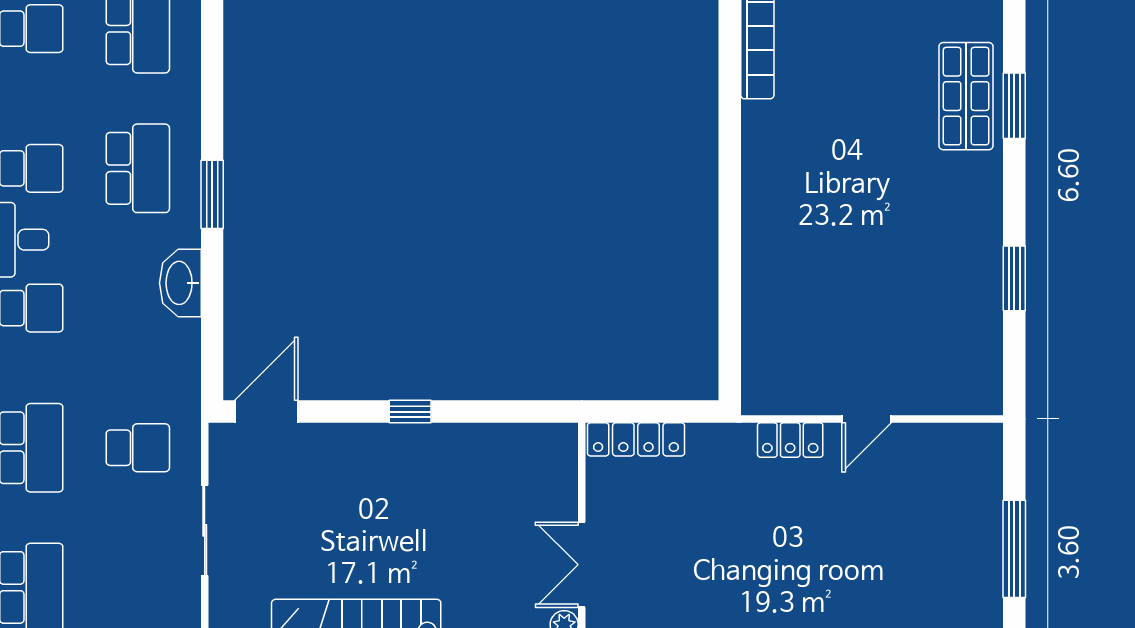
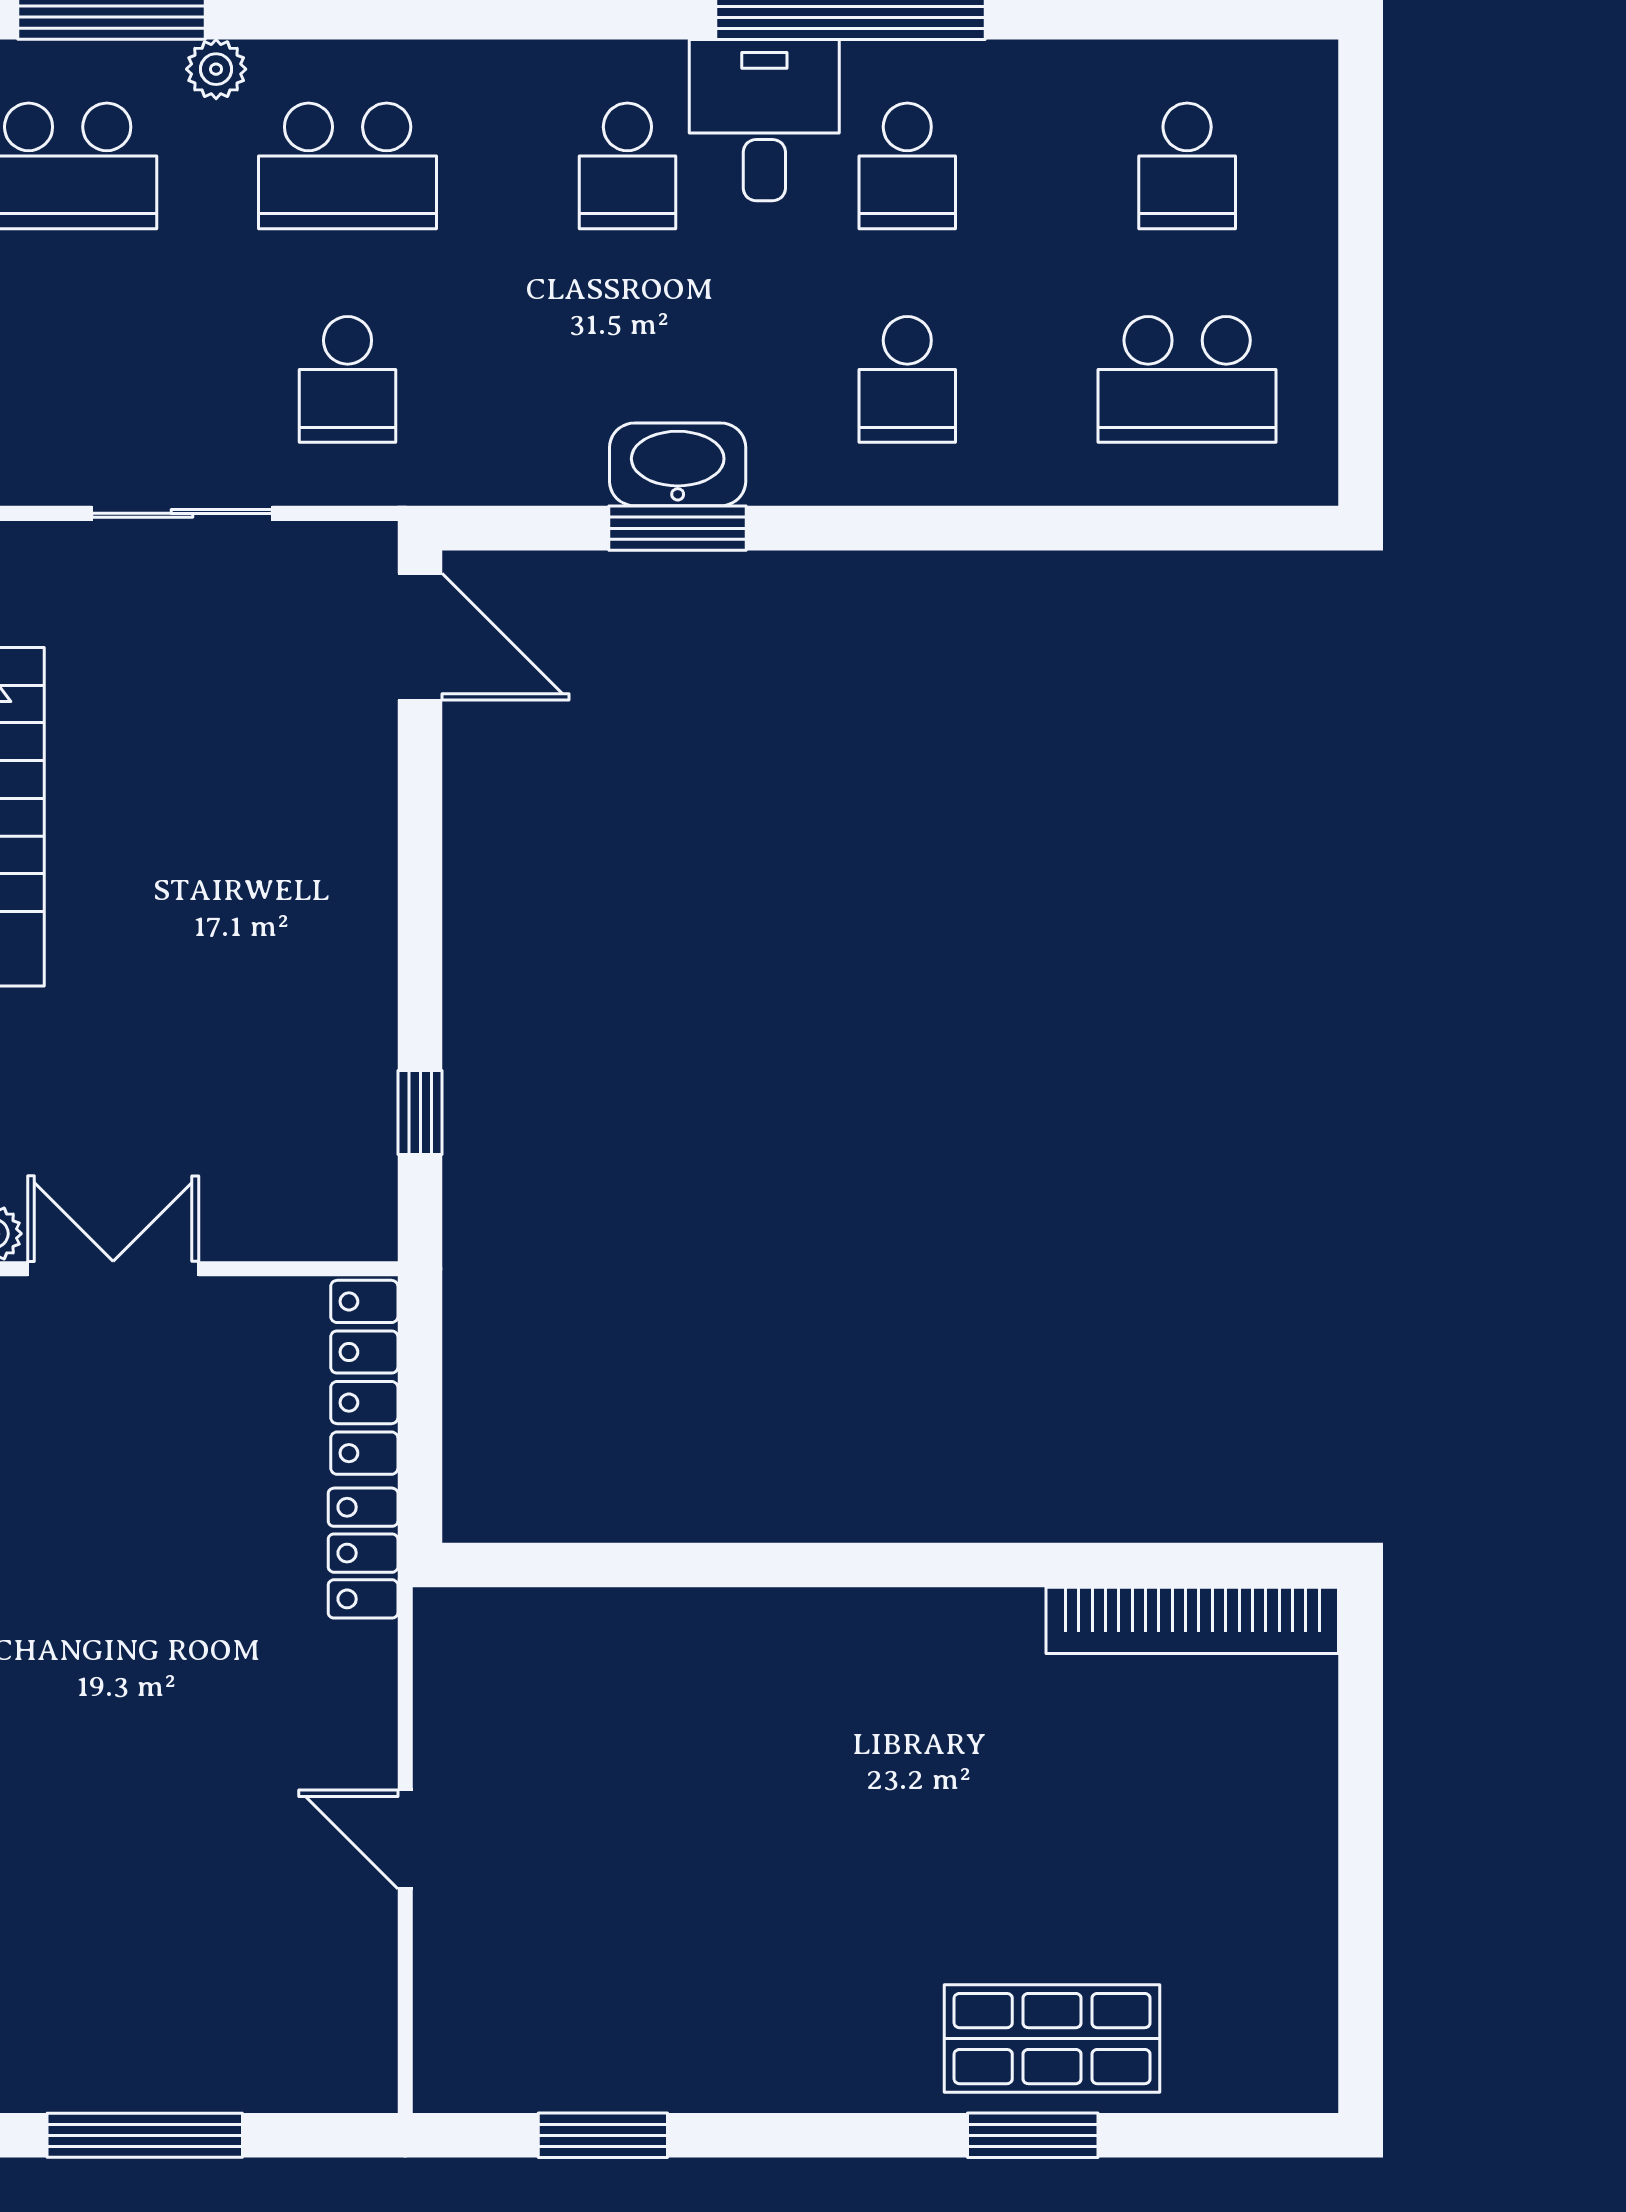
school desk: (138, 168) -> (907, 379), width x0.54
window: (212, 194) -> (677, 528), moved
window: (1014, 278) -> (603, 2135), moved
window: (410, 412) -> (420, 1113), moved
locker: (790, 440) -> (363, 1553), moved

